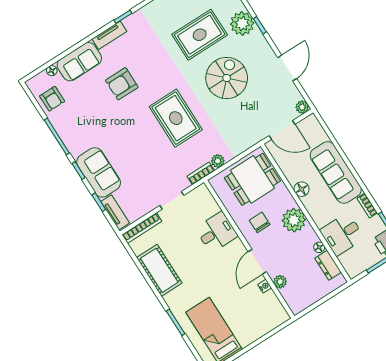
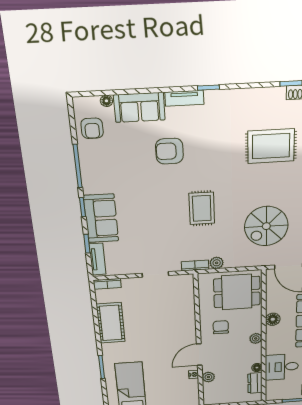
spiral stairs: (227, 78) -> (266, 226), moved, turned 180
rug: (176, 118) -> (202, 208), width x0.73, depth x0.70
plant: (294, 220) -> (256, 338), width x0.53, depth x0.53
bookcase: (142, 228) -> (107, 284), width x0.64
desk: (216, 232) -> (179, 317), removed

